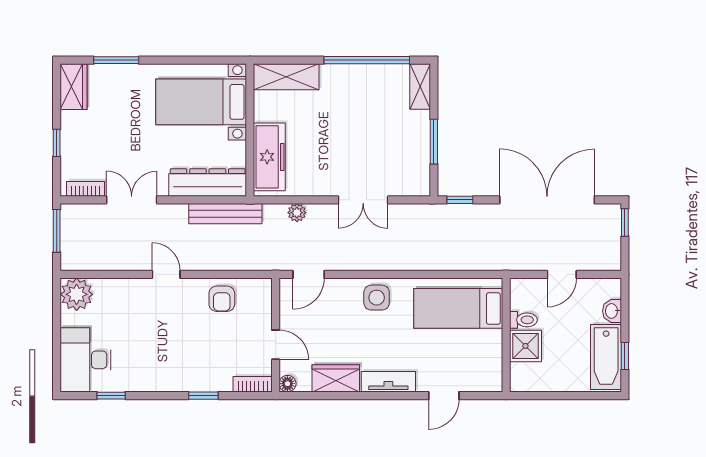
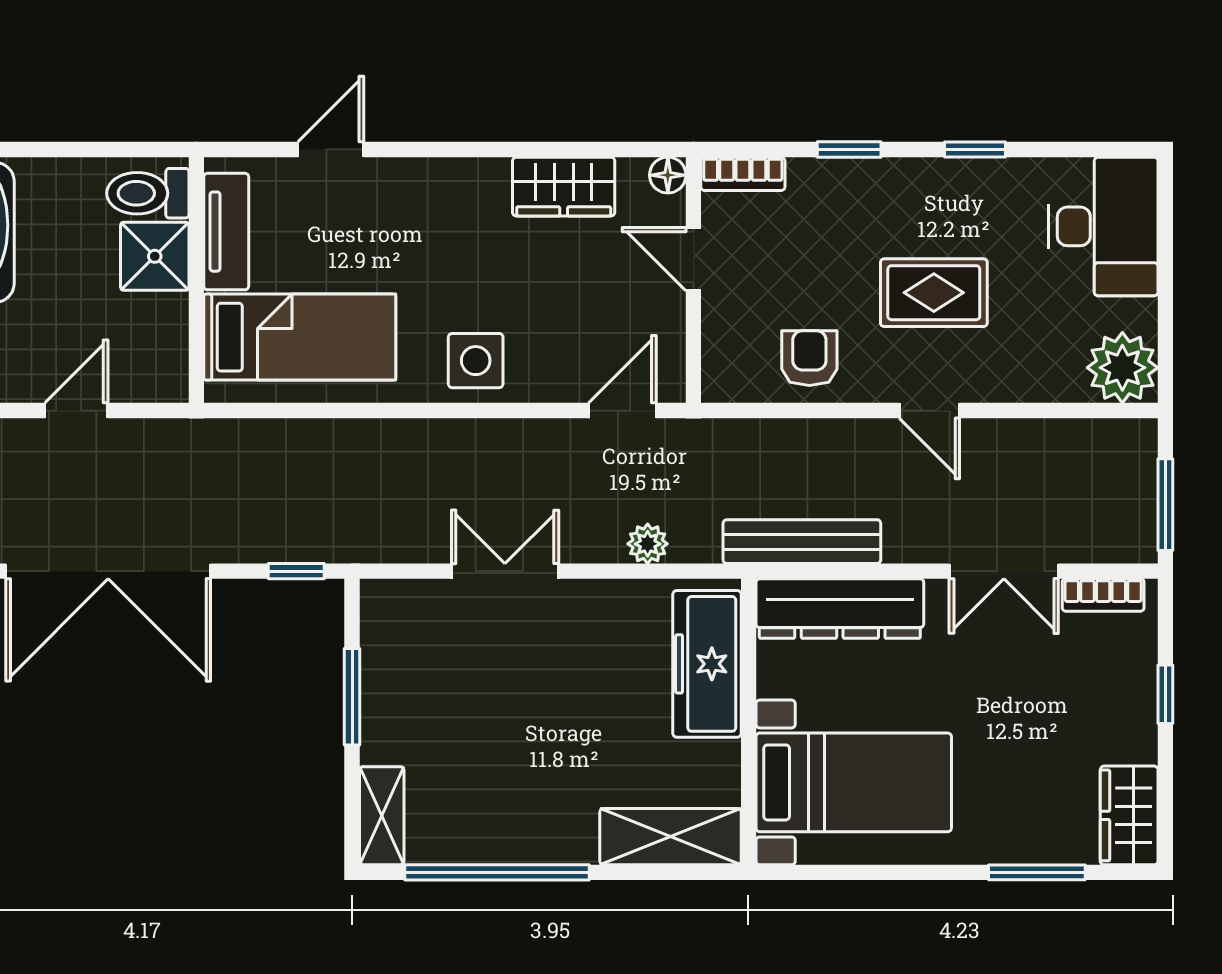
toilet: (523, 320) -> (148, 193), moved, width x1.37, depth x1.39
rug: (164, 329) -> (934, 293), added
tv unit: (388, 382) -> (226, 232), moved, turned -90
window: (111, 396) -> (975, 149), moved

